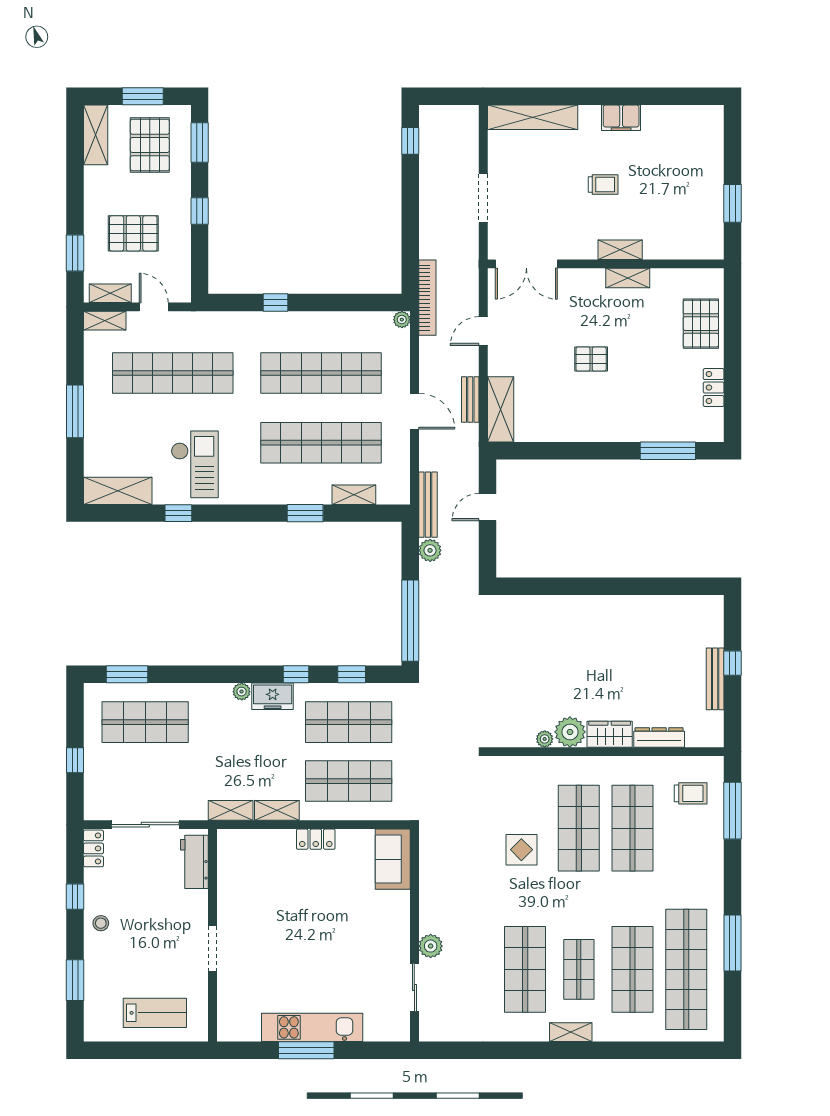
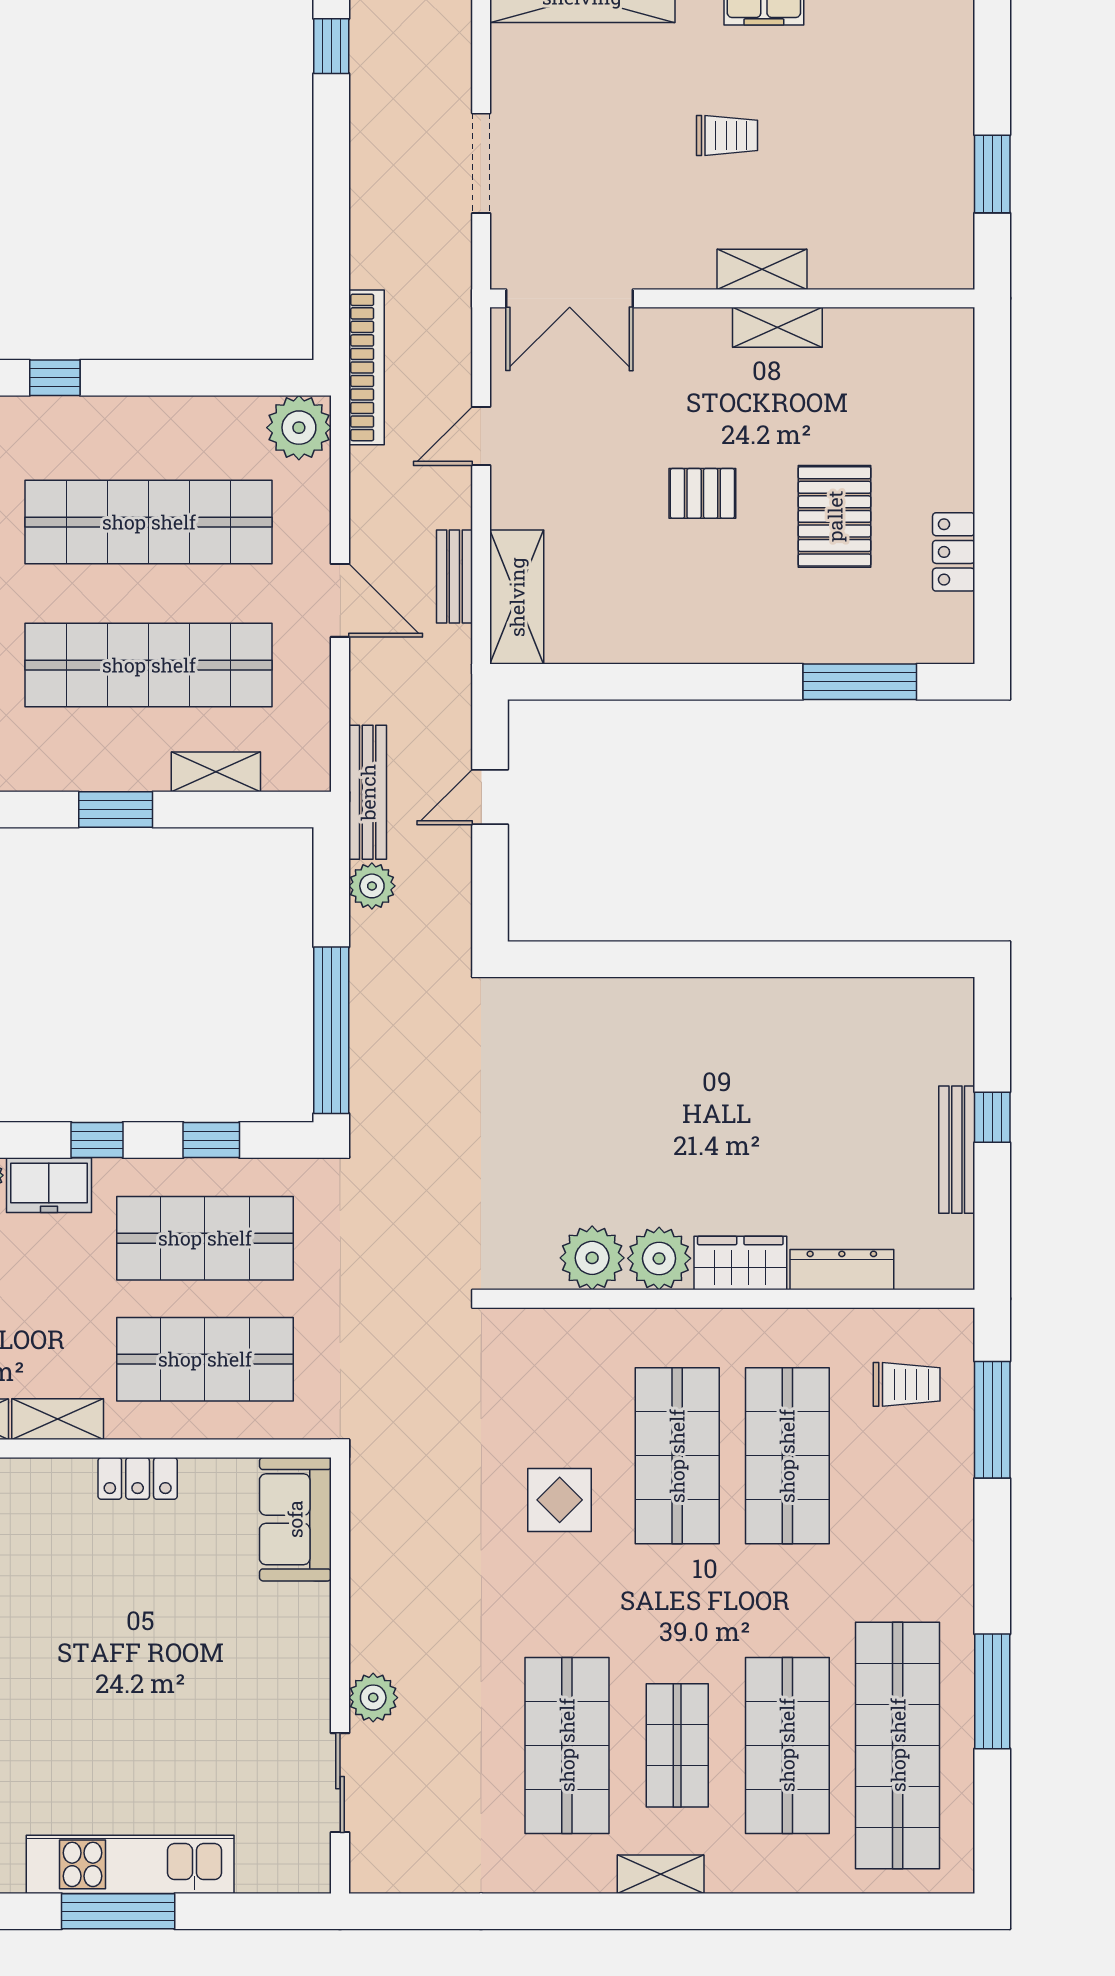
plant: (402, 320) -> (299, 428), width x1.88, depth x1.88
pallet: (701, 324) -> (835, 516), moved
plant: (545, 739) -> (592, 1258), width x1.88, depth x1.88

